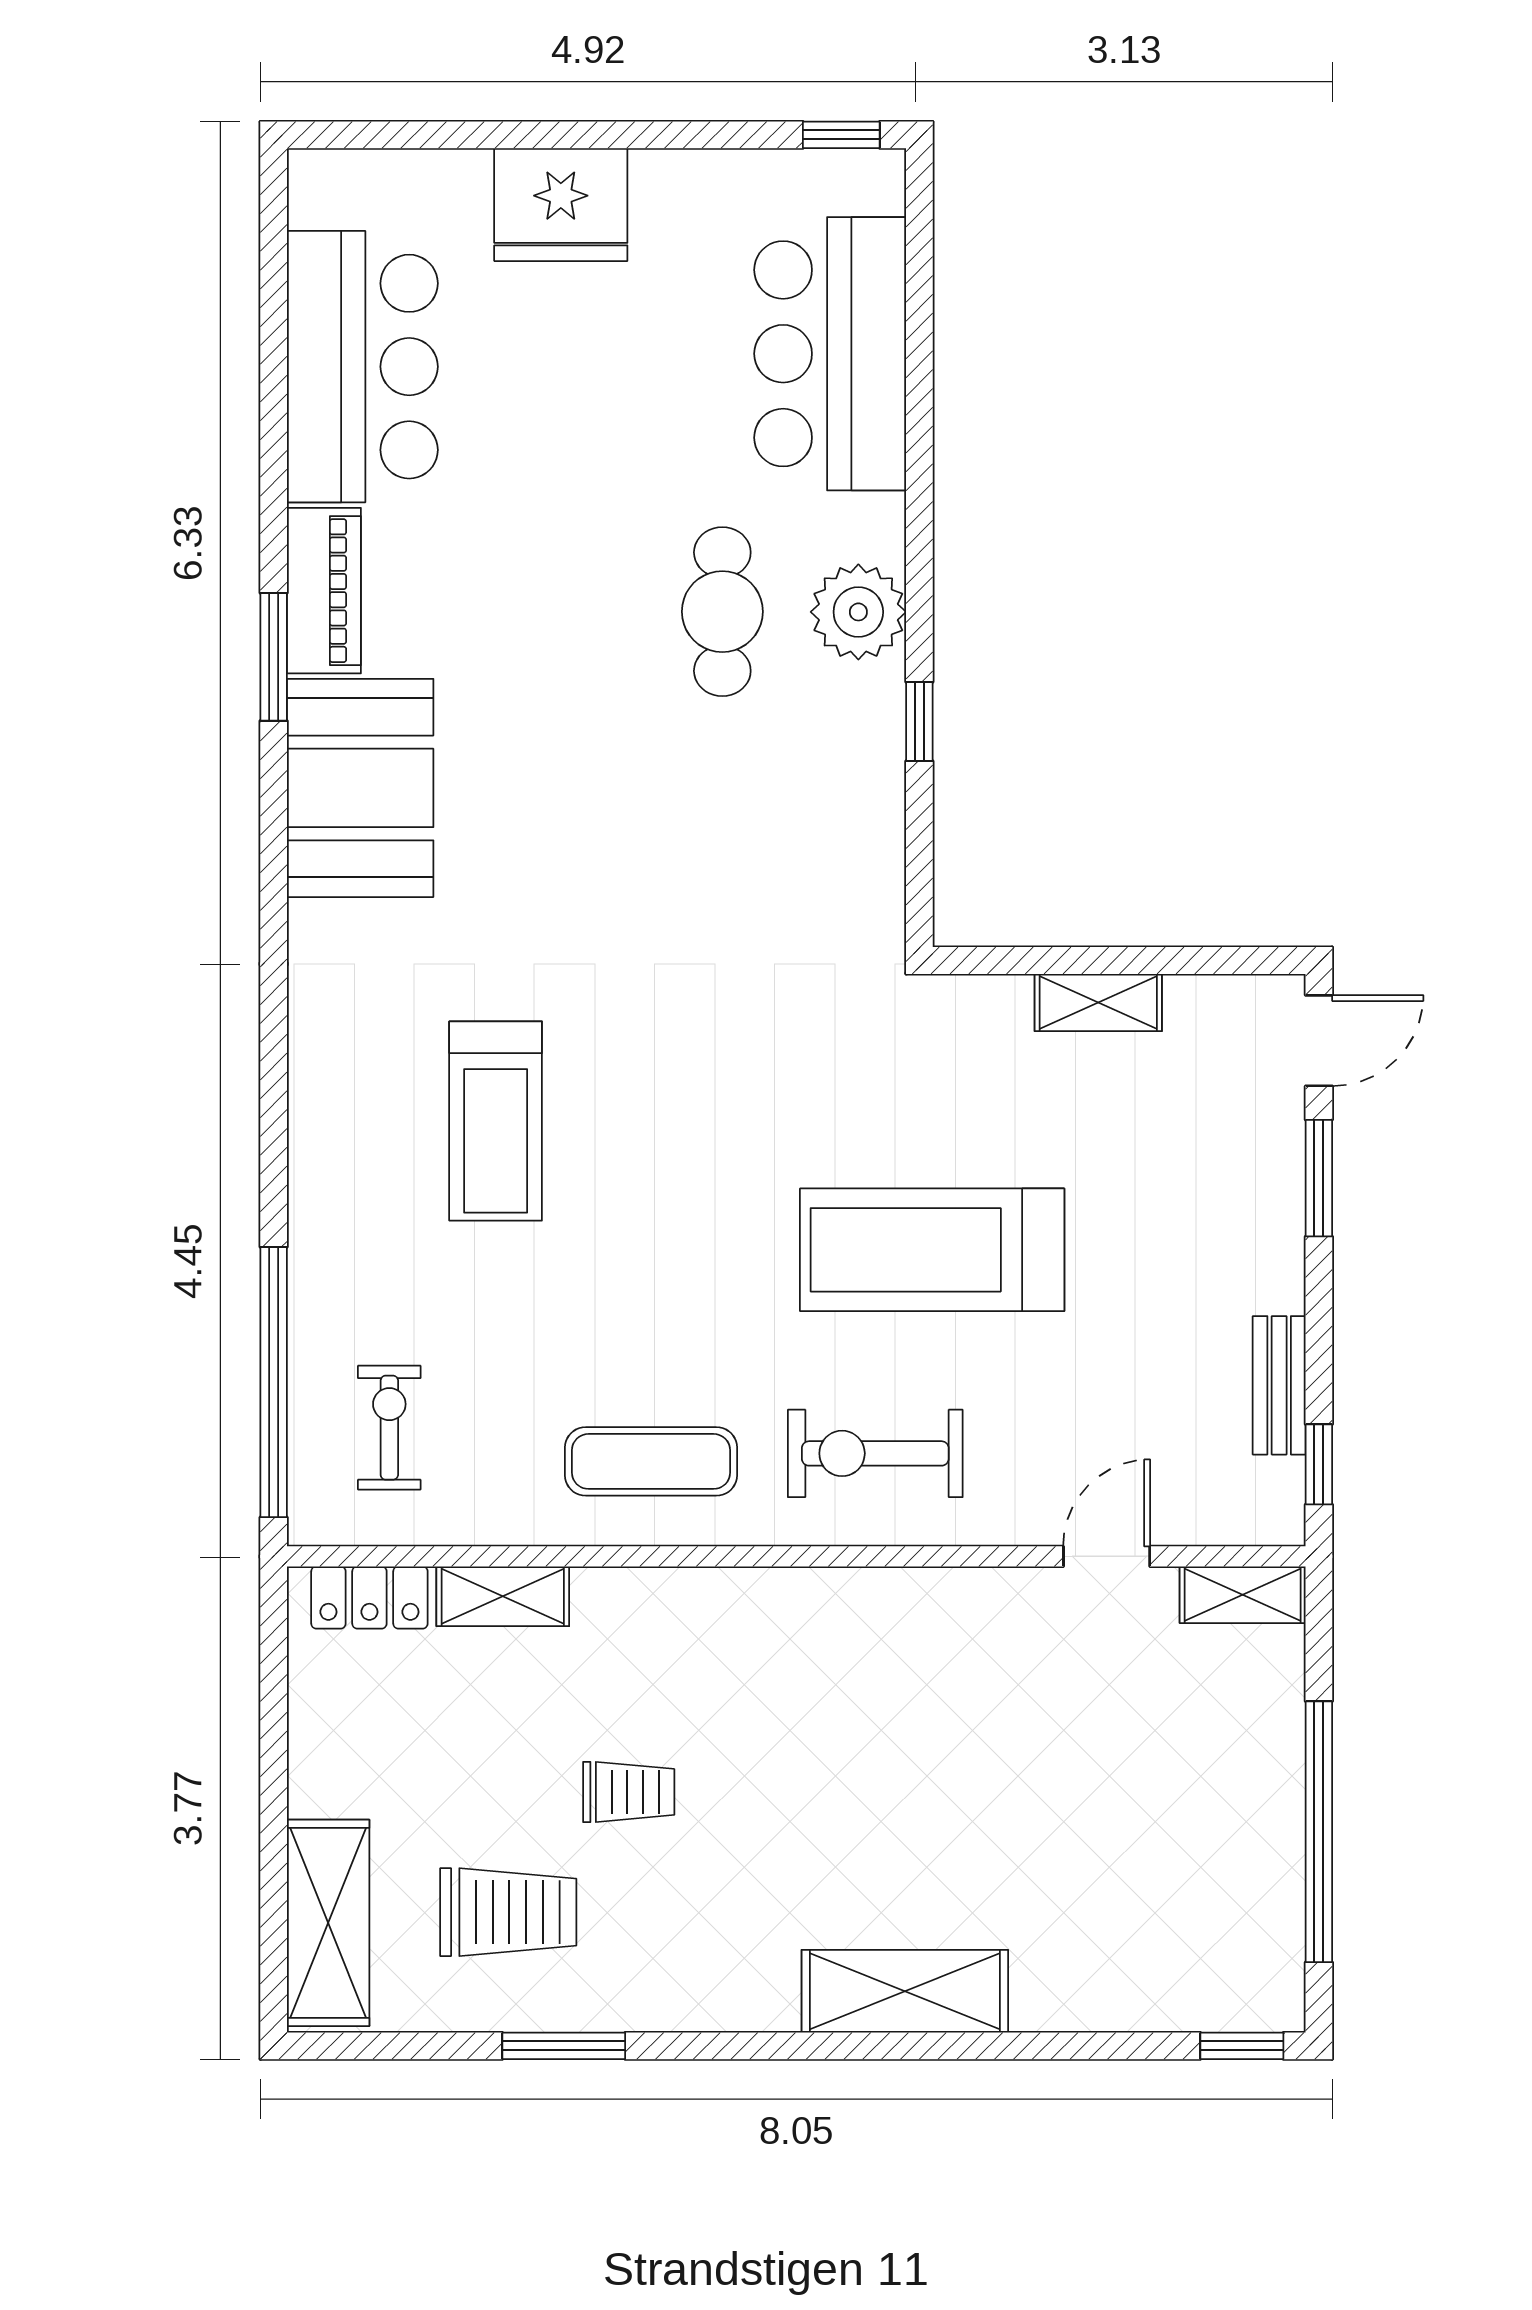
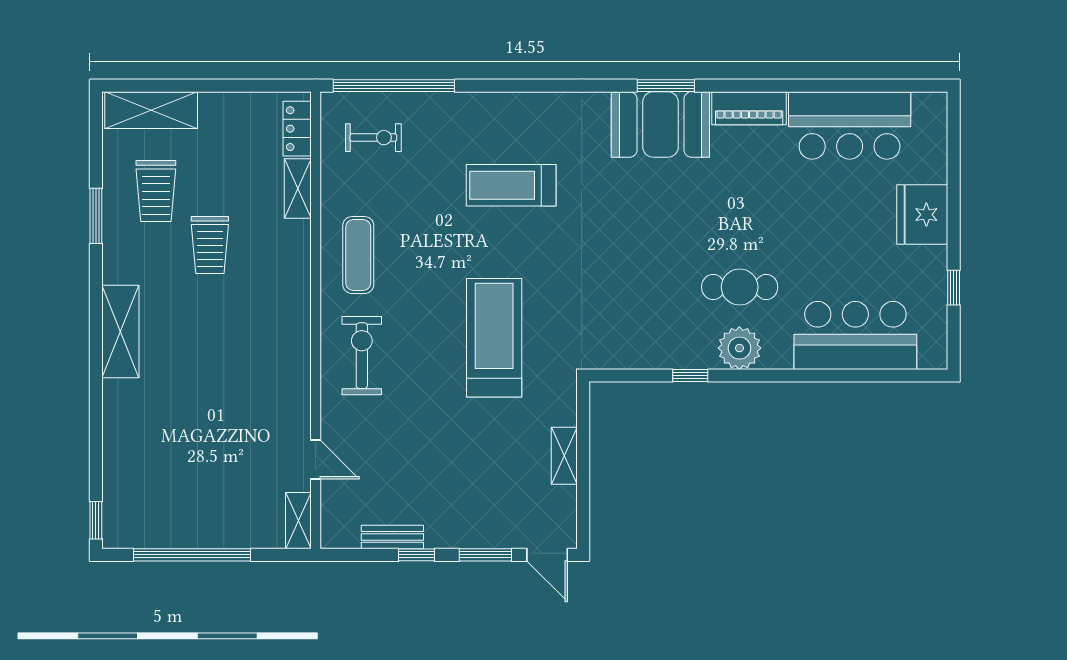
window: (841, 135) -> (954, 288), moved
window: (274, 657) -> (666, 86), moved
treadmill: (932, 1250) -> (494, 338), moved
window: (1319, 1464) -> (417, 555), moved
trolley: (629, 1792) -> (210, 245), width x1.36, depth x1.39
shelving: (905, 1991) -> (120, 331), moved

